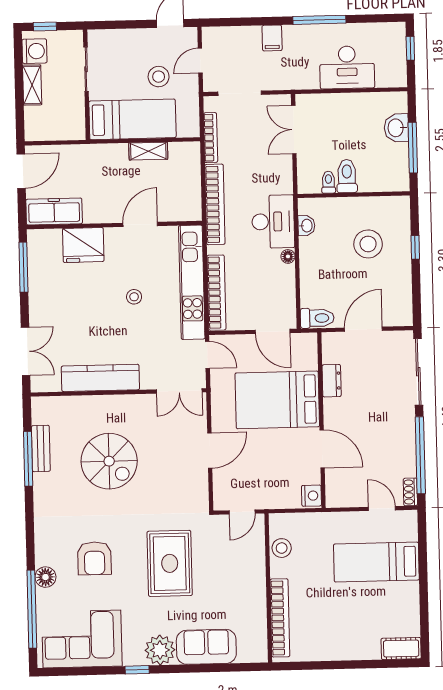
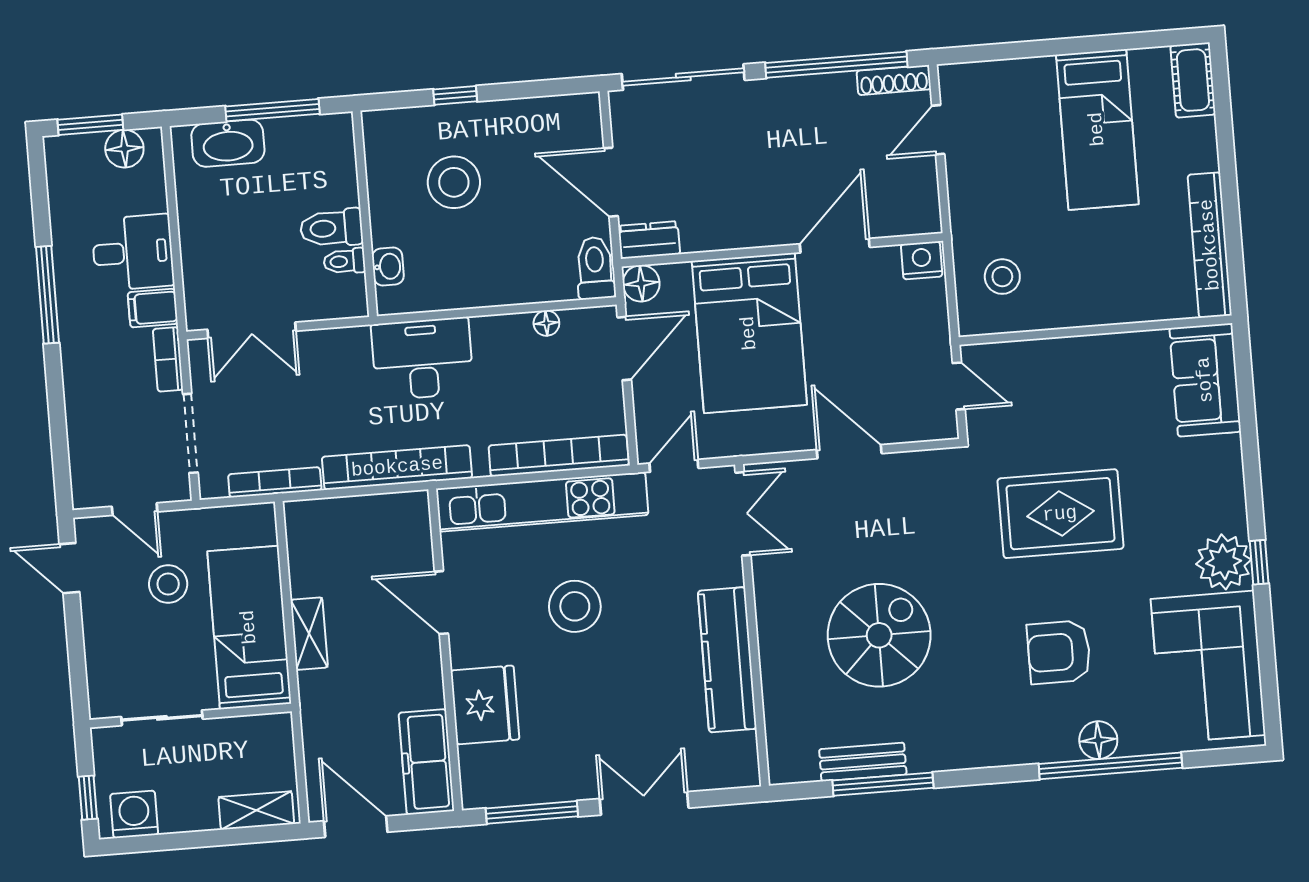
filing cabinet: (272, 38) -> (153, 308), moved, turned 180
window: (410, 48) -> (90, 125), width x1.50
floor lamp: (396, 66) -> (124, 149), added
desk: (347, 67) -> (133, 252), width x0.73
bookcase: (281, 83) -> (168, 359), added
shelving: (32, 85) -> (256, 810), moved
washbasin: (396, 128) -> (228, 143), width x1.38
shelving: (148, 151) -> (309, 634), moved
washbasin: (306, 226) -> (388, 266), moved, turned 90
floor lamp: (288, 256) -> (546, 323), moved
stool: (134, 297) -> (575, 606), width x1.89, depth x1.89
floor lamp: (307, 343) -> (641, 283), added
double door: (26, 351) -> (644, 803), moved
dresser: (332, 381) -> (649, 240), moved
shoe rack: (410, 492) -> (894, 80), width x1.43
stool: (282, 548) -> (1002, 277), moved
armchair: (94, 558) -> (1059, 652), turned 180
bed: (376, 562) -> (1097, 129), moved
window: (32, 609) -> (1110, 766), moved
bookcase: (280, 618) -> (1210, 245), moved, turned -90
sofa: (206, 647) -> (1205, 380), moved
plant: (160, 650) -> (1224, 562), moved

